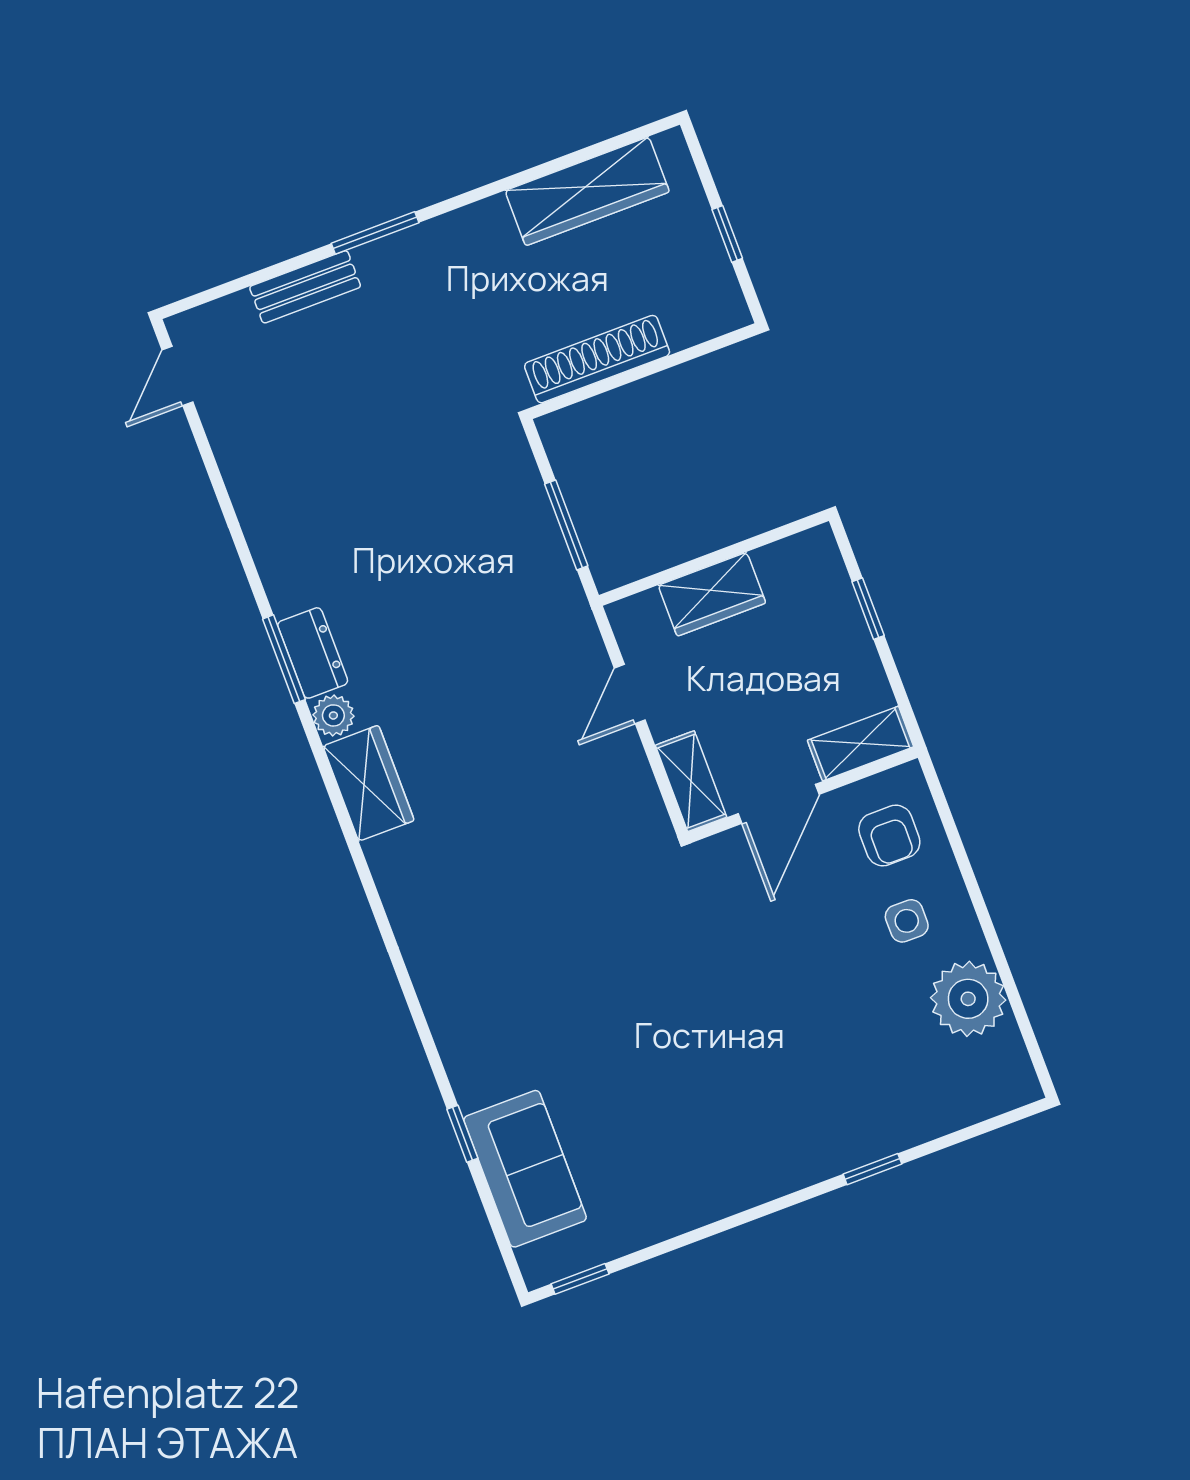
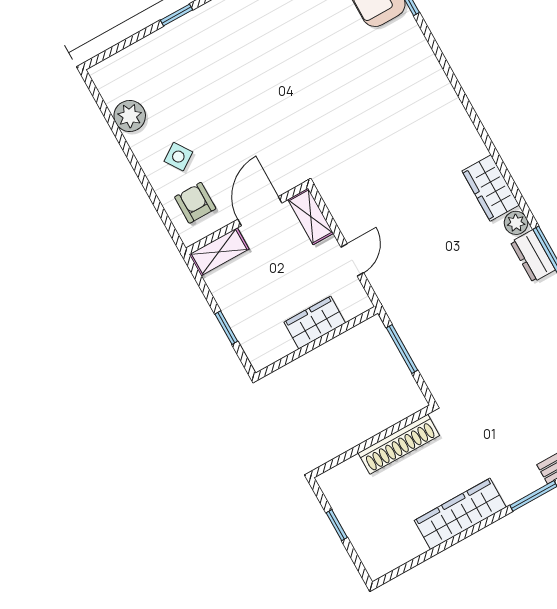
wardrobe: (587, 191) -> (460, 514), moved
side table: (907, 921) -> (178, 157), turned -34
plant: (968, 999) -> (130, 116), width x0.73, depth x0.73

